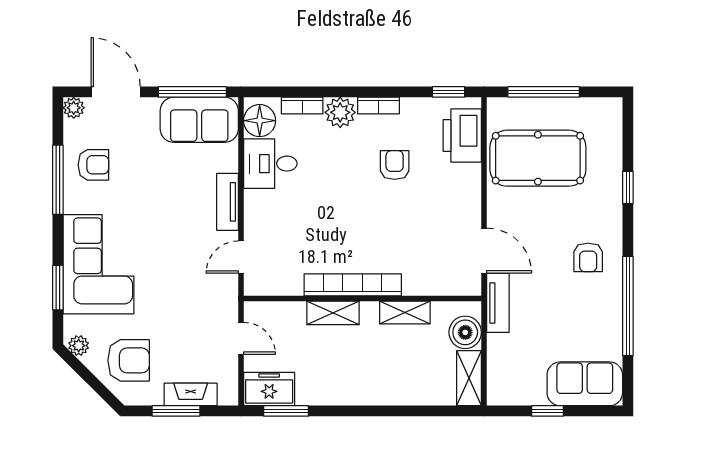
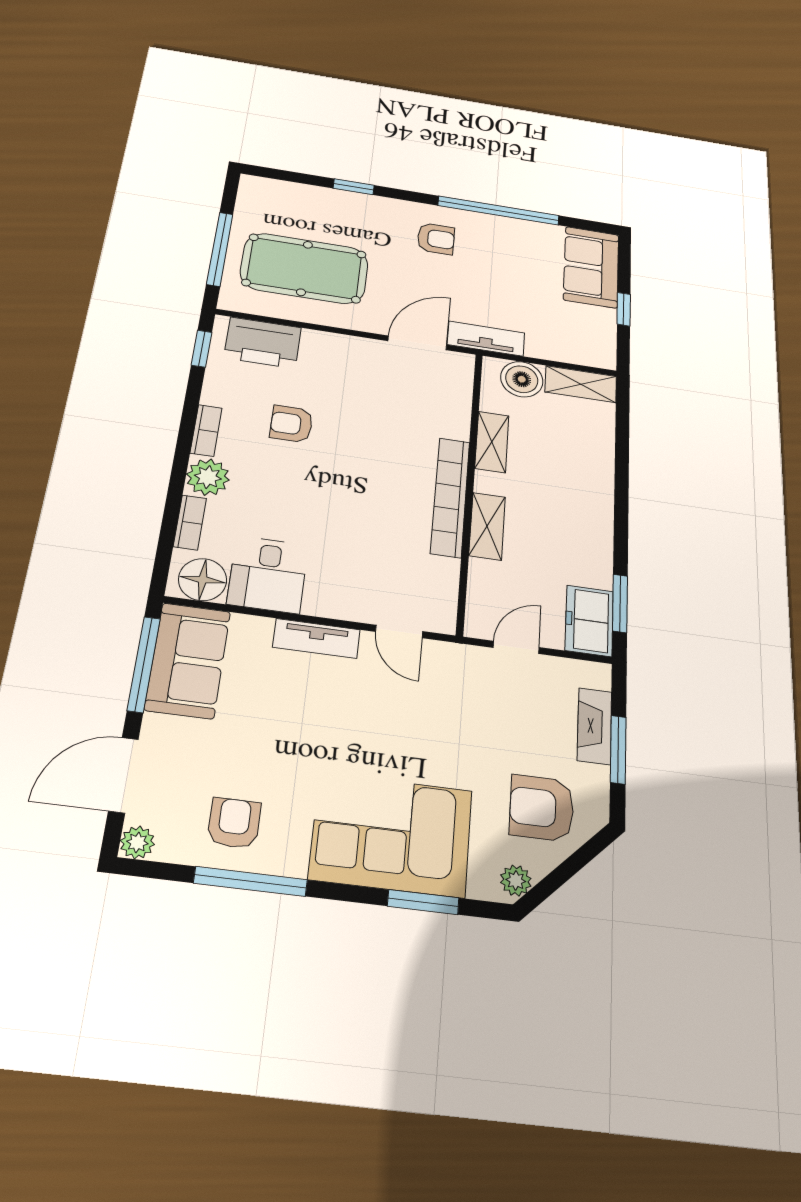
pool table: (538, 158) -> (304, 268), turned 90
armchair: (129, 360) -> (542, 808), turned -90

